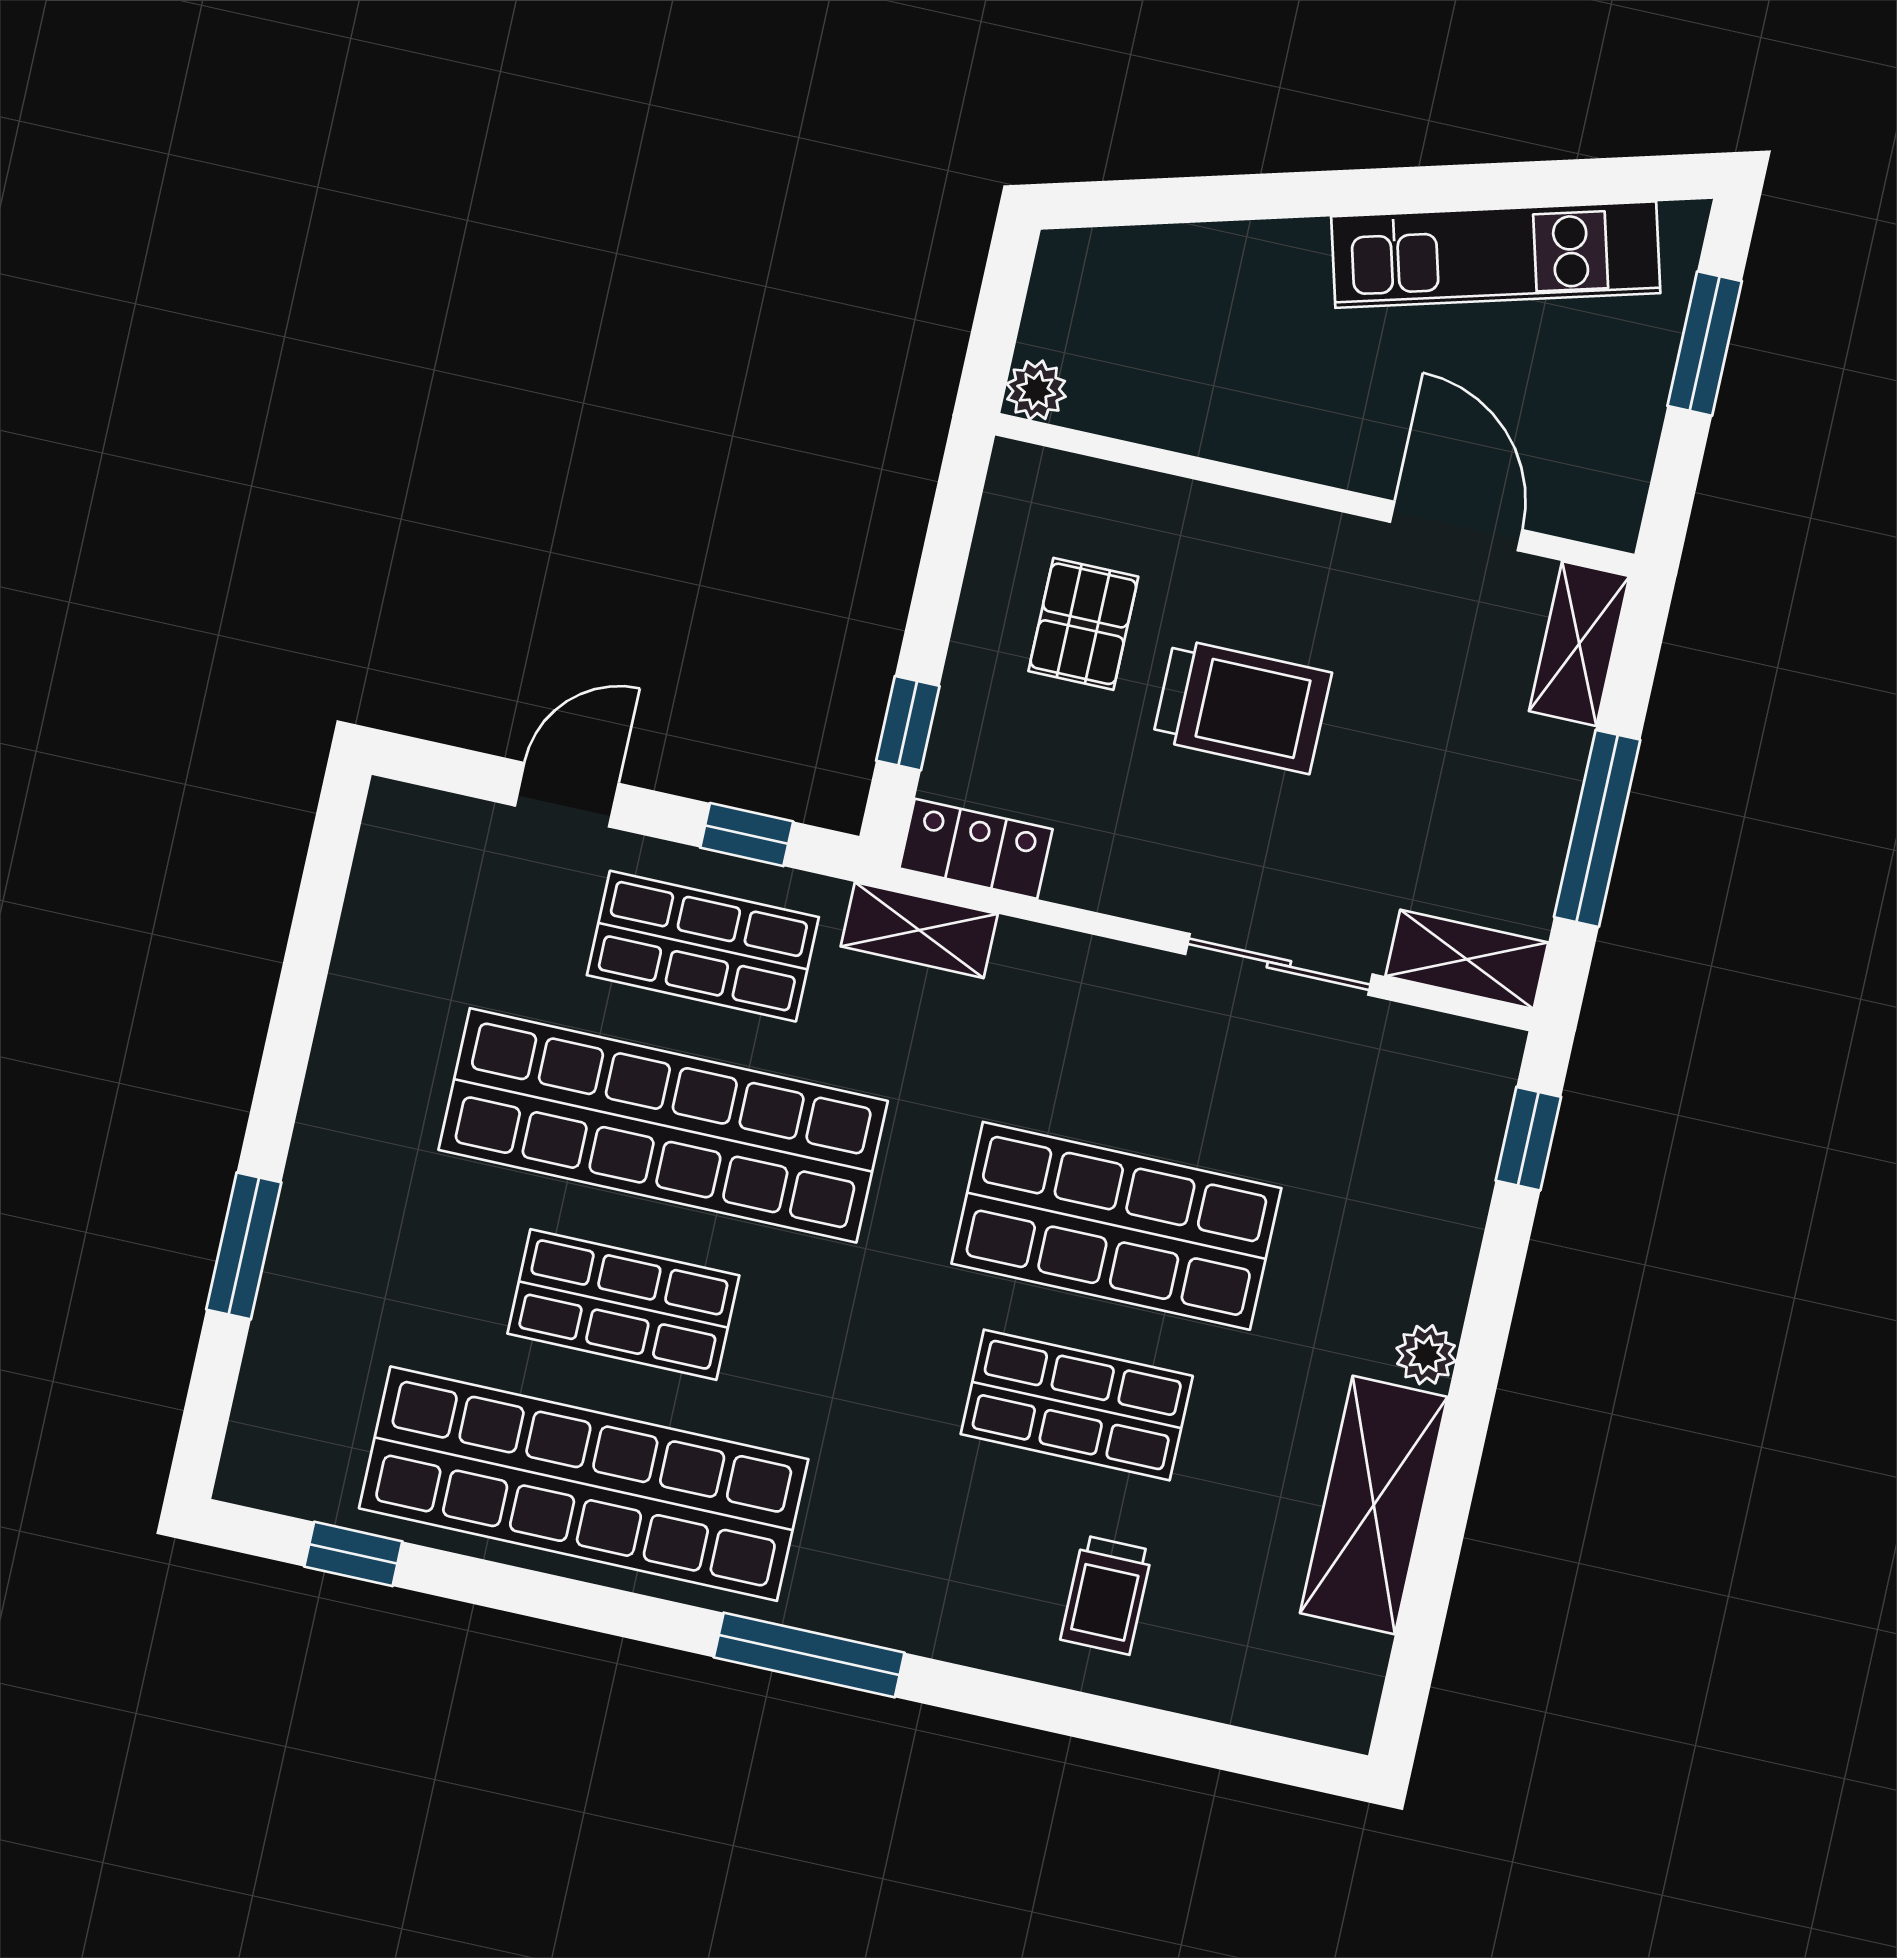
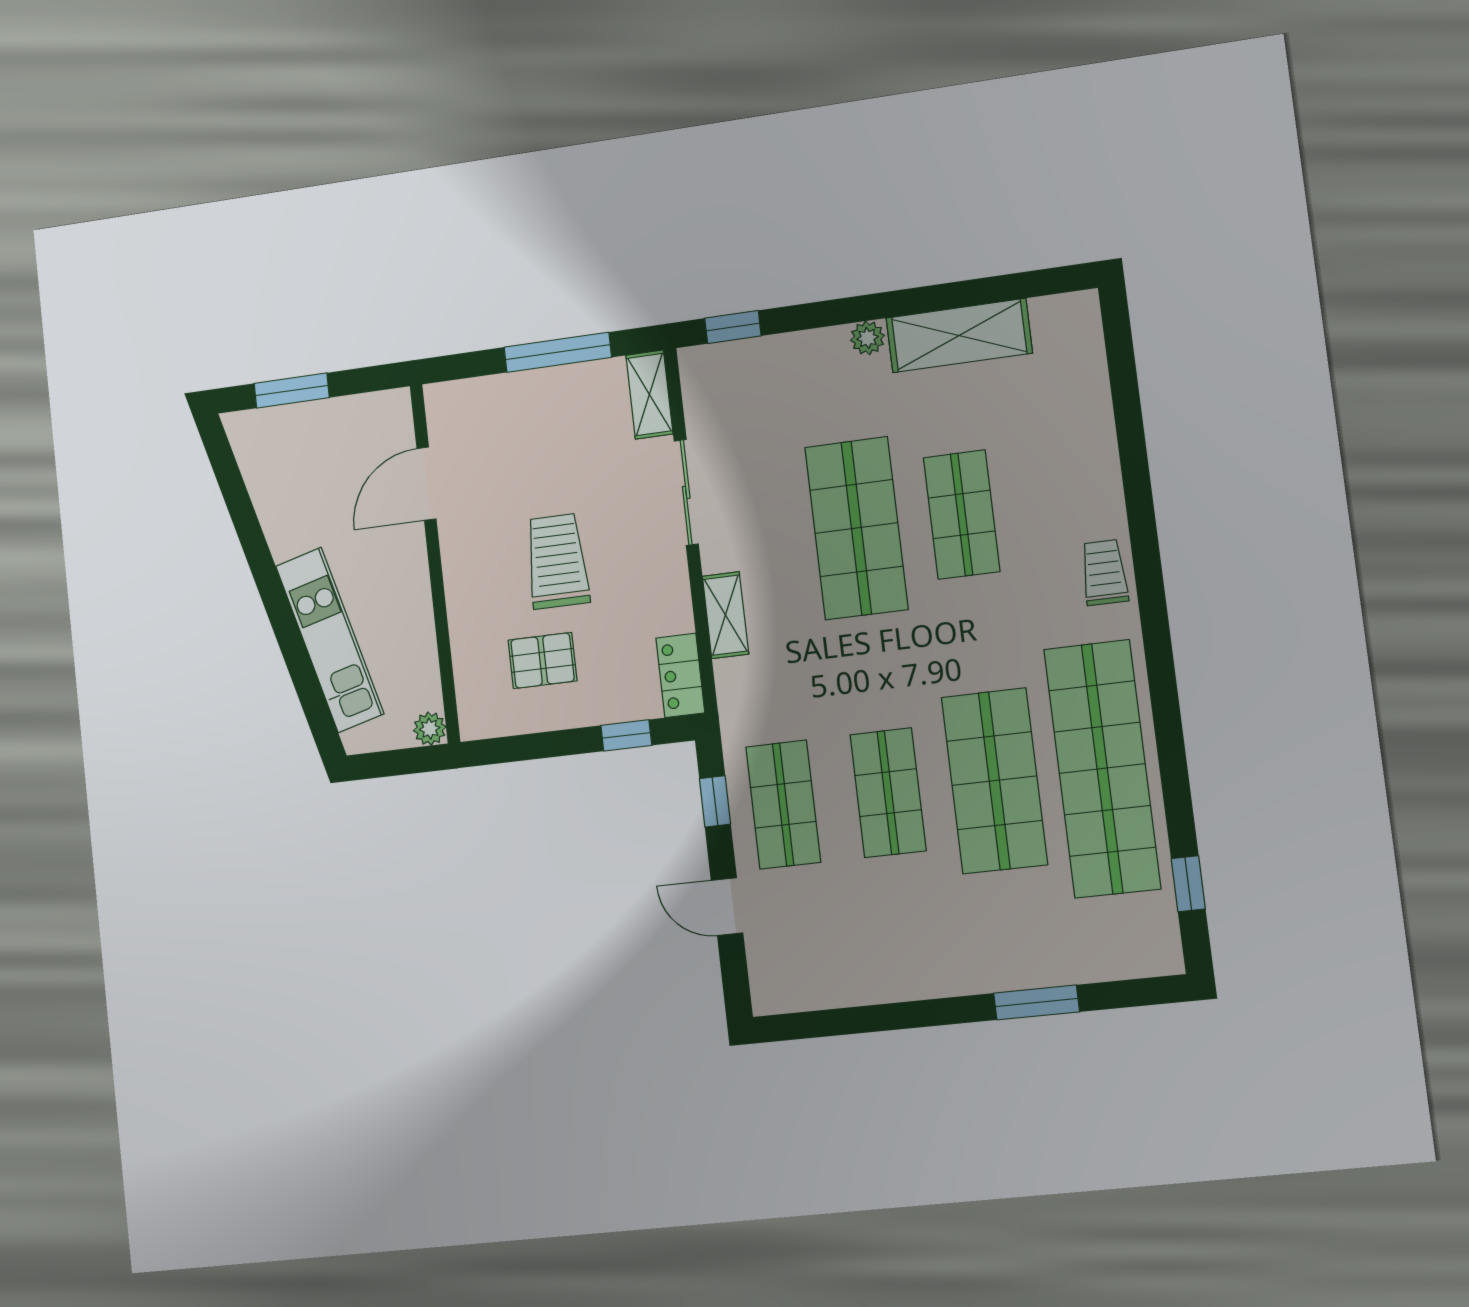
kitchen unit: (1496, 255) -> (330, 640), moved
shelving: (1579, 644) -> (465, 397), removed
shelving: (919, 930) -> (725, 615), moved
shop shelf: (663, 1125) -> (888, 793), width x0.50, depth x0.74
shop shelf: (623, 1305) -> (994, 781), width x1.43, depth x1.36
trolley: (1106, 1595) -> (1104, 572), moved, turned -90
window: (809, 1655) -> (1153, 611), removed

